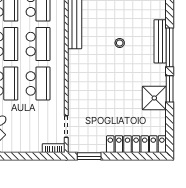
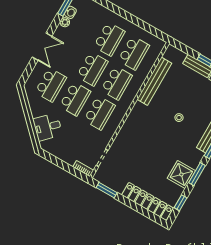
window: (170, 127) -> (181, 203), added

